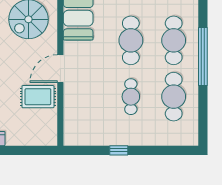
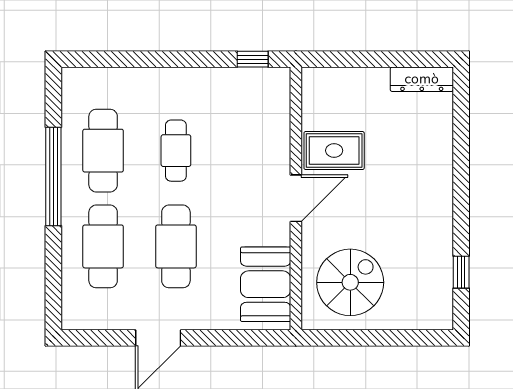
window: (203, 56) -> (53, 177), moved
window: (119, 150) -> (253, 59), moved

